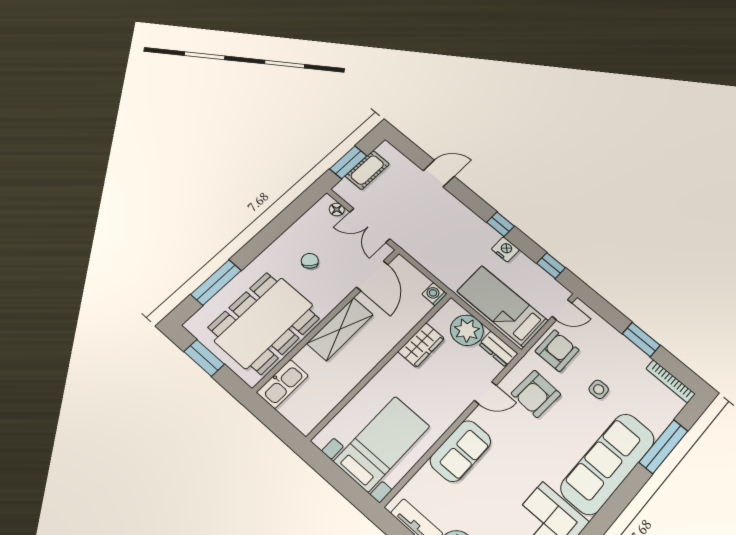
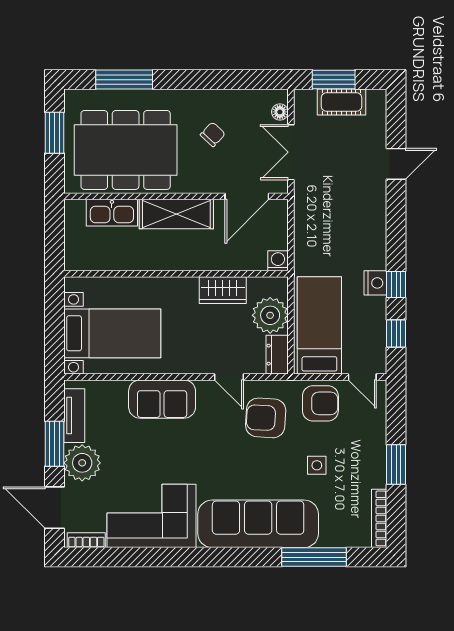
door: (439, 173) -> (396, 164), hinge flipped
window: (500, 224) -> (396, 285), moved
kitchen sink: (282, 384) -> (112, 213), moved

